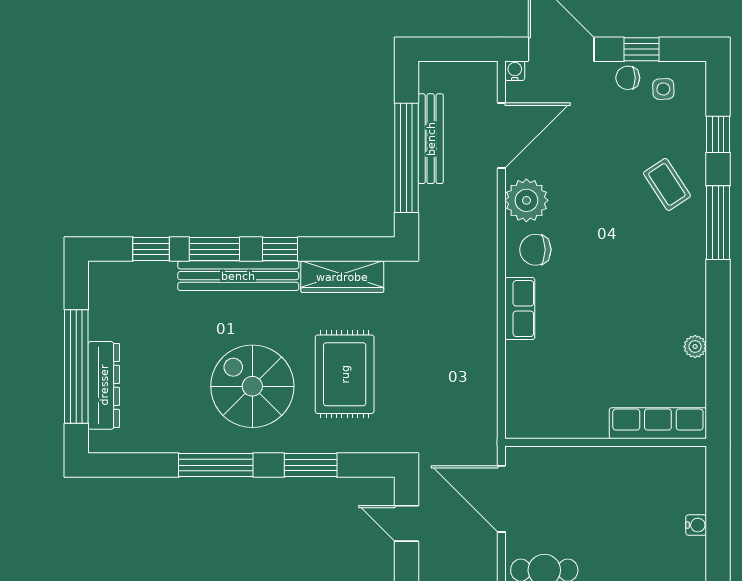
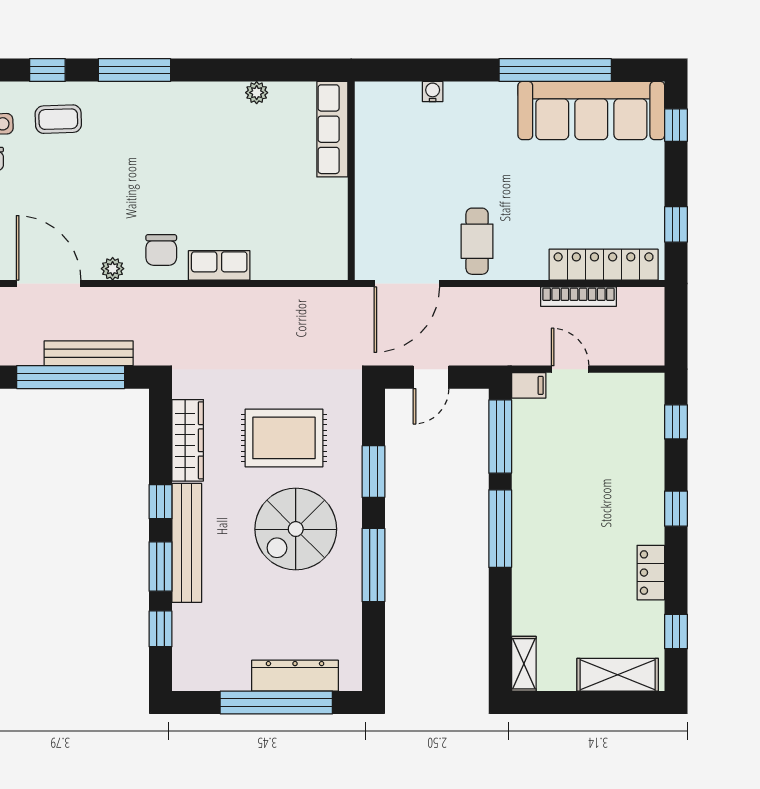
bench: (431, 139) -> (89, 353), moved
coffee table: (667, 184) -> (58, 119), moved, turned 31
plant: (526, 200) -> (113, 269), width x0.53, depth x0.53

